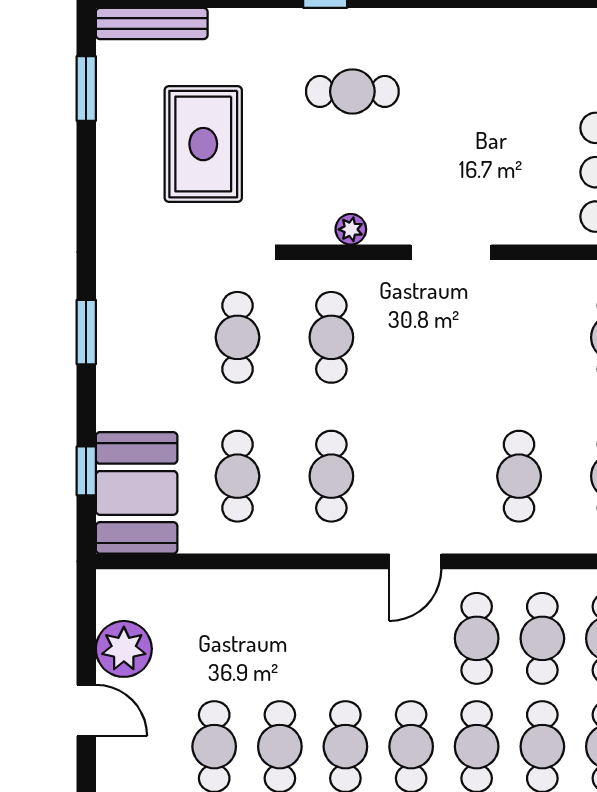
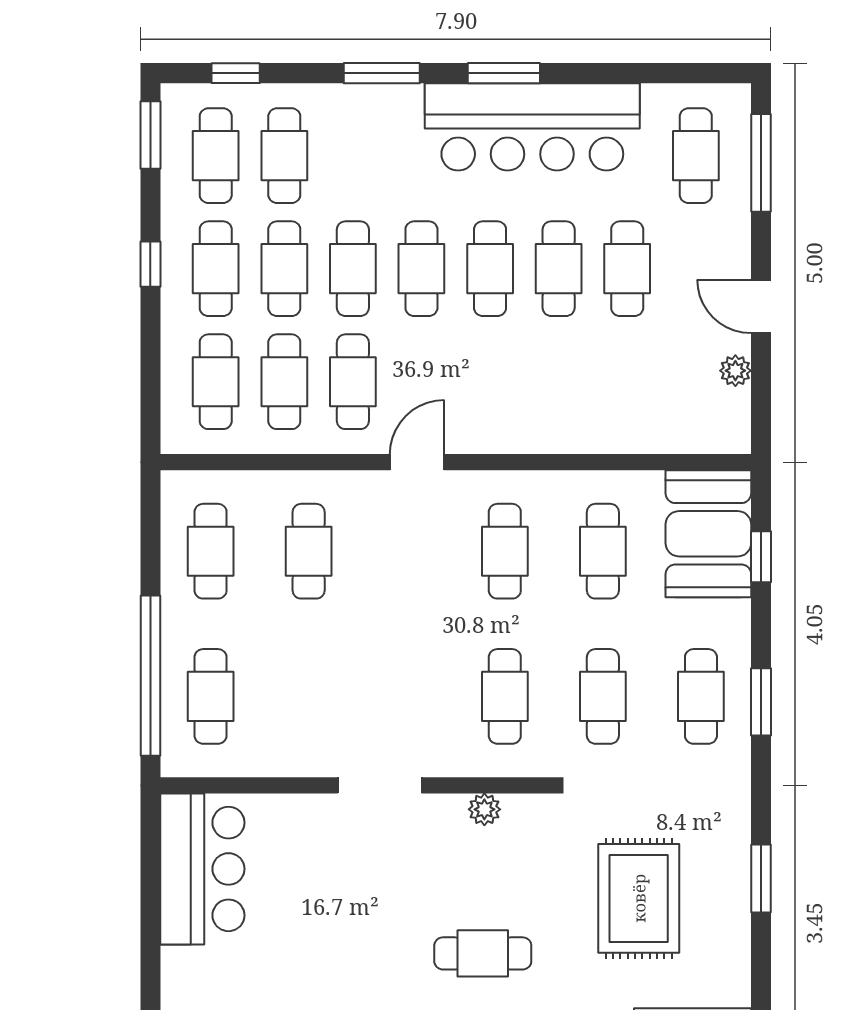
window: (86, 89) -> (761, 878), moved
cafe table: (144, 337) -> (701, 696), added
plant: (124, 649) -> (735, 371), width x0.53, depth x0.53

